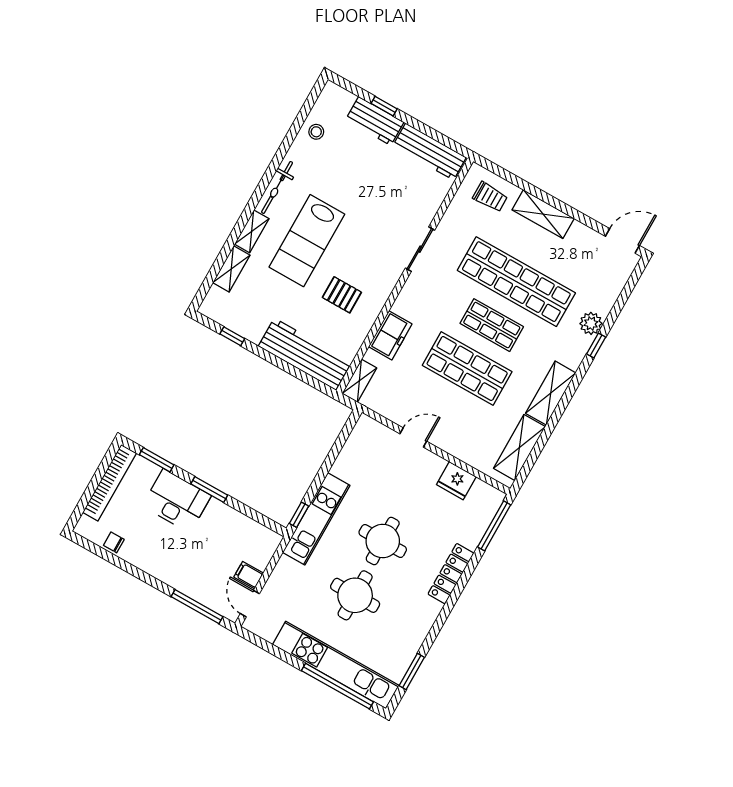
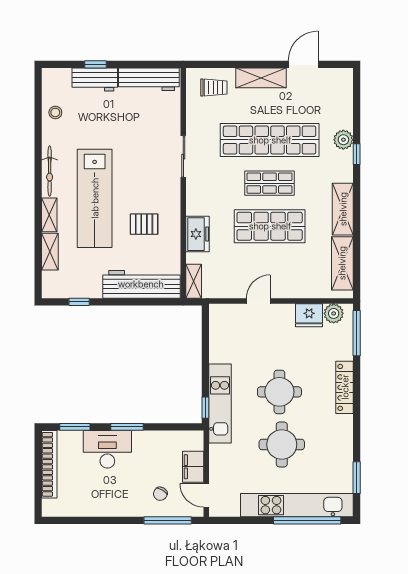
lab bench: (307, 241) -> (95, 198), width x1.36
door: (622, 241) -> (303, 64), moved
plant: (482, 493) -> (334, 313), added
chair: (114, 542) -> (160, 494), moved, turned -60
filing cabinet: (249, 575) -> (193, 467), width x2.00

